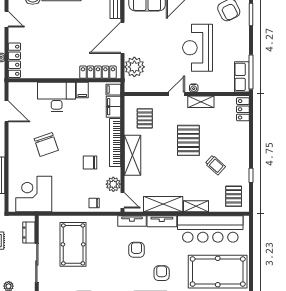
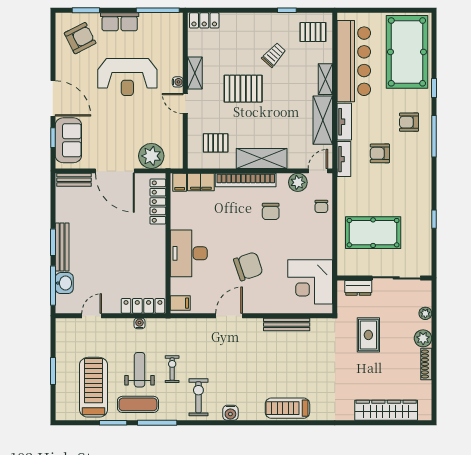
row of seats: (242, 77) -> (120, 22), moved
filing cabinet: (82, 90) -> (180, 303), moved
door: (7, 111) -> (229, 316), moved

